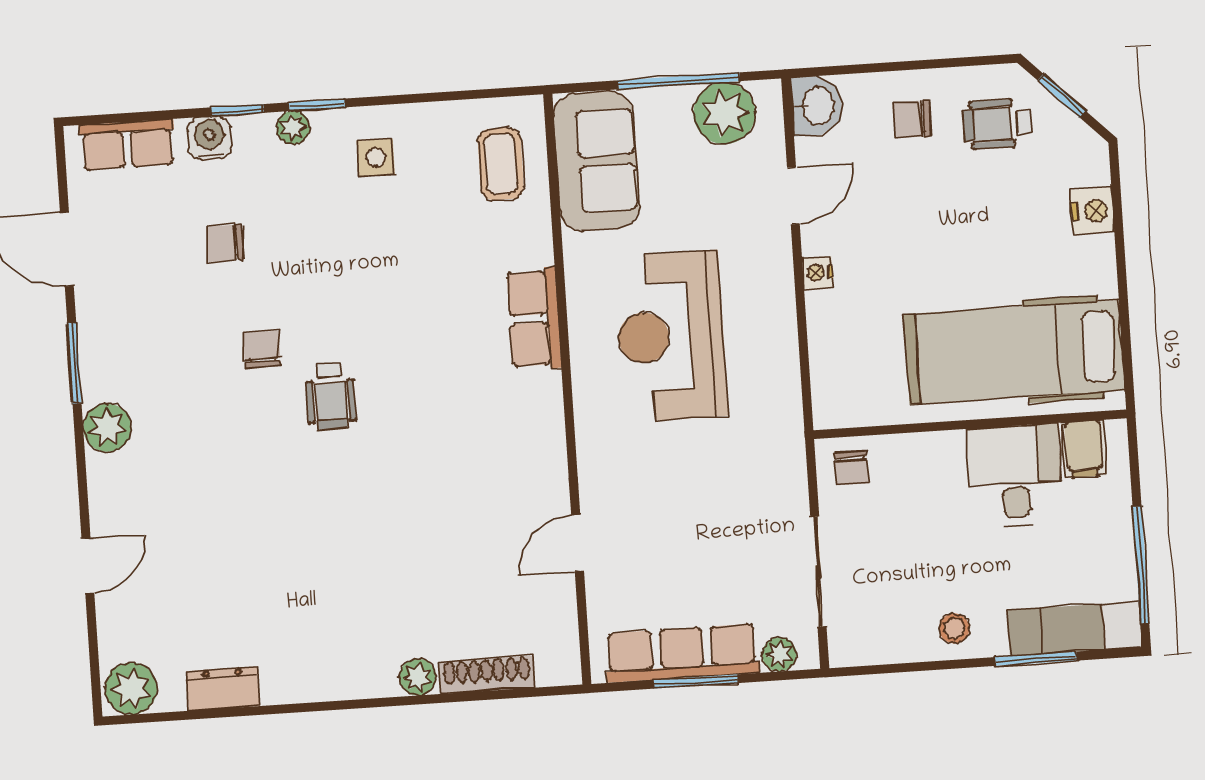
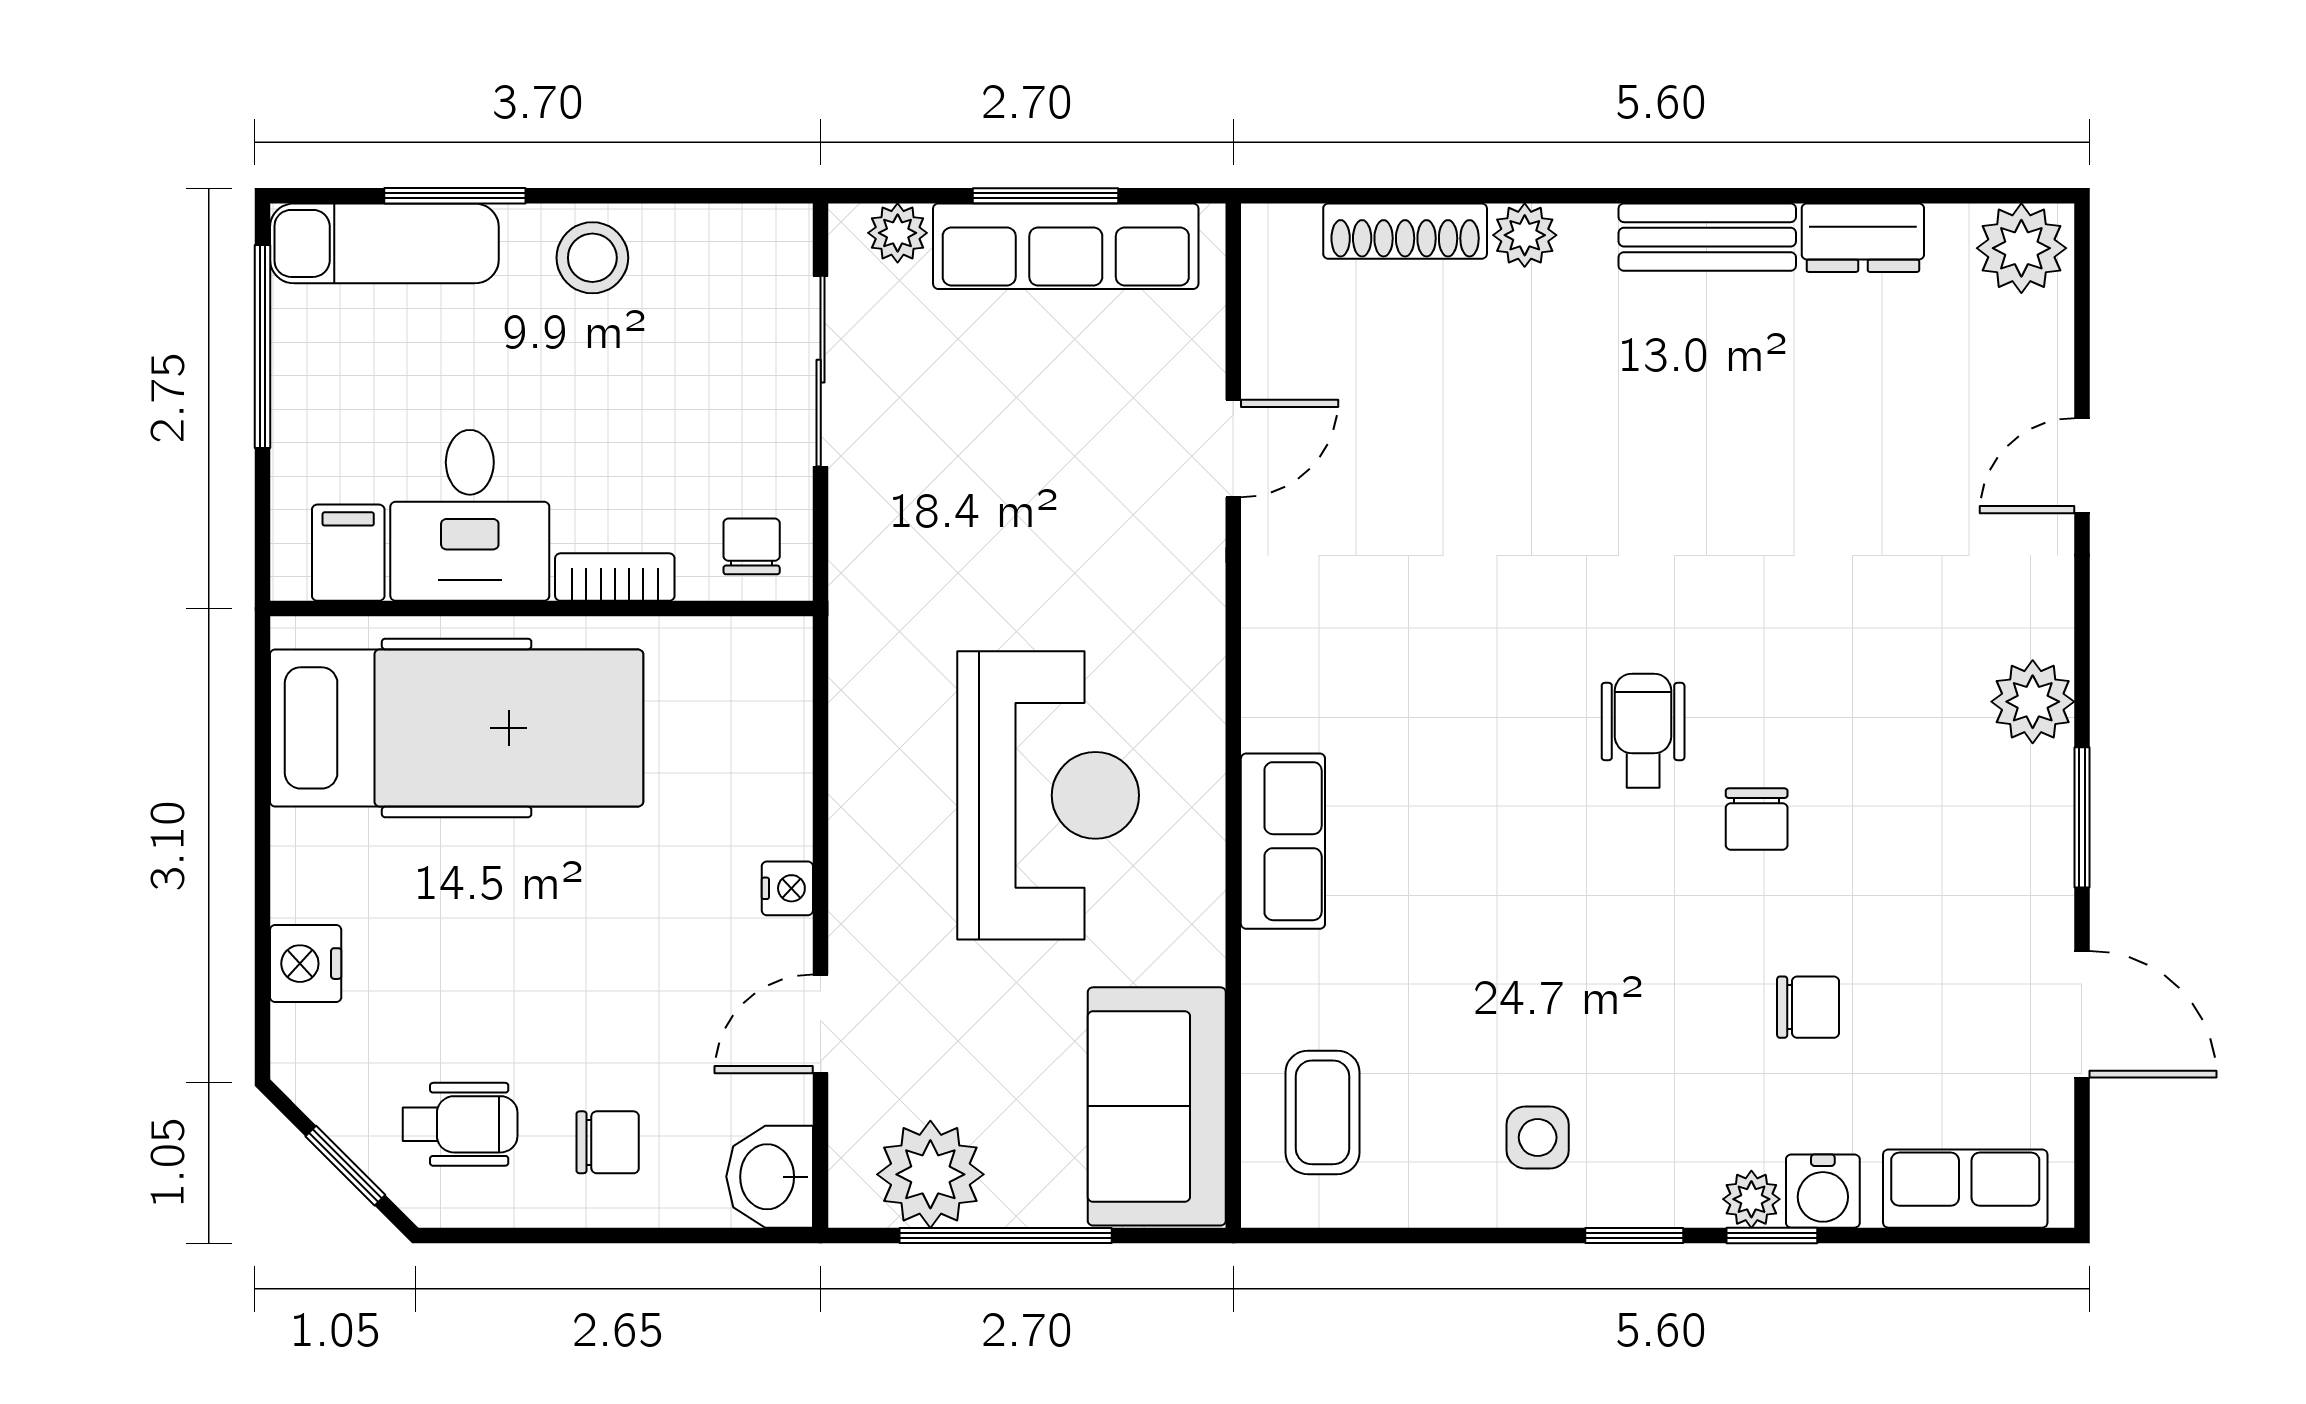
plant: (293, 127) -> (1751, 1199), moved
bookcase: (929, 445) -> (615, 577), added
stool: (954, 628) -> (592, 258), width x1.37, depth x1.37
bench: (313, 683) -> (1707, 237), added

